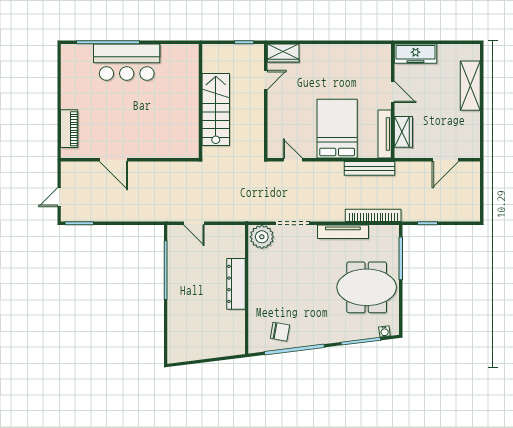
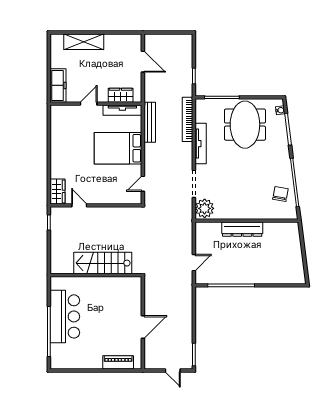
wall: (201, 101) -> (96, 275), moved
stairs: (216, 109) -> (103, 263), moved

